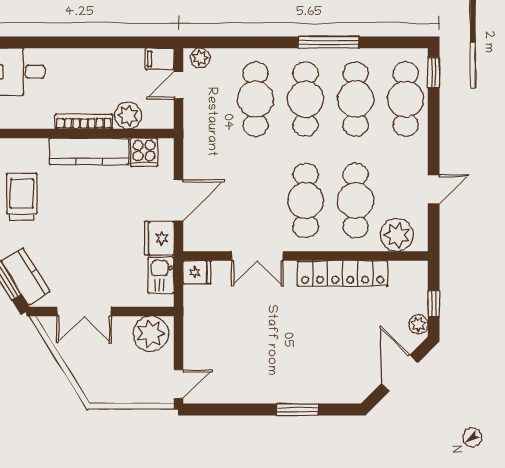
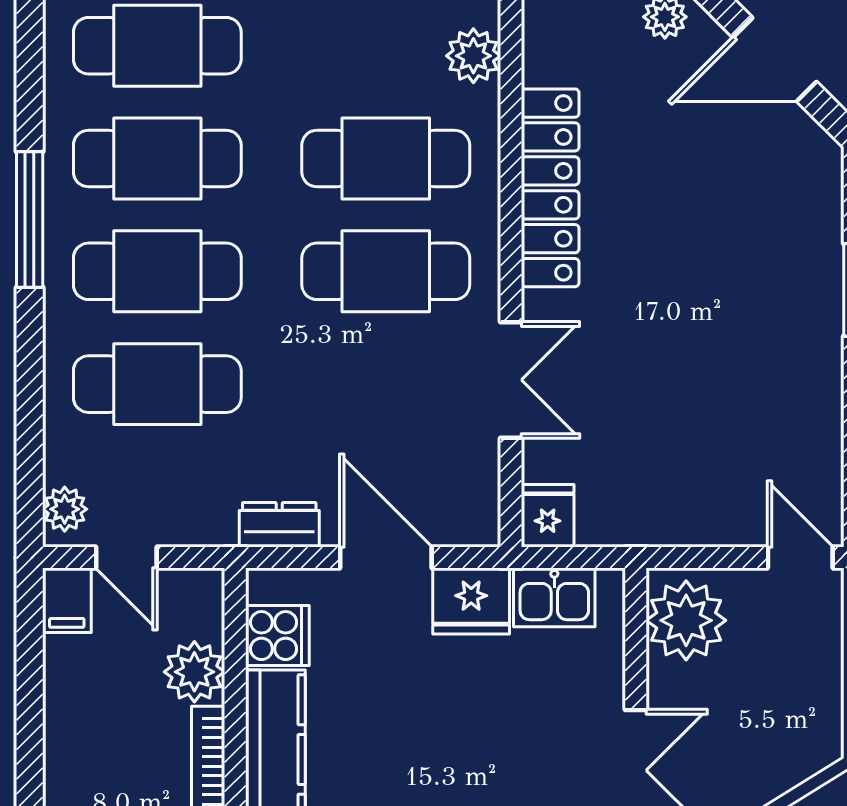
dresser: (193, 153) -> (279, 525), added
plant: (397, 235) -> (473, 56), width x0.73, depth x0.73

